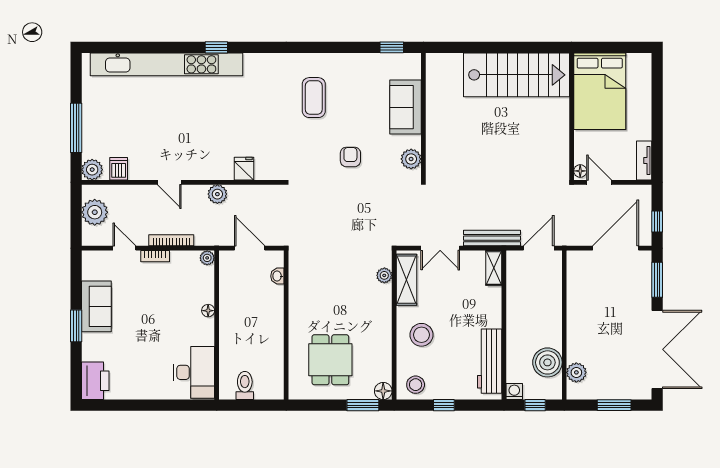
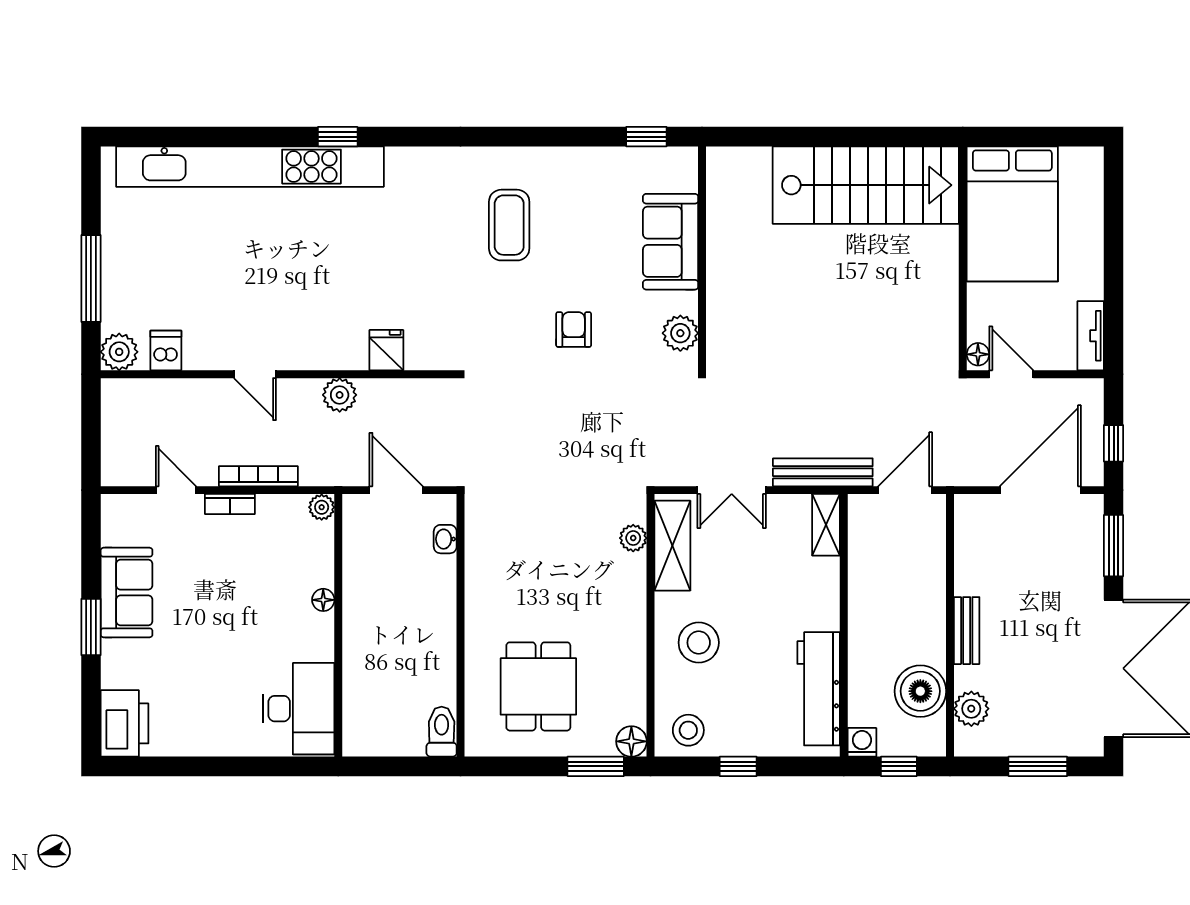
plant: (95, 212) -> (124, 427), removed
bench: (574, 328) -> (967, 631), added
toilet: (245, 385) -> (442, 732), moved

